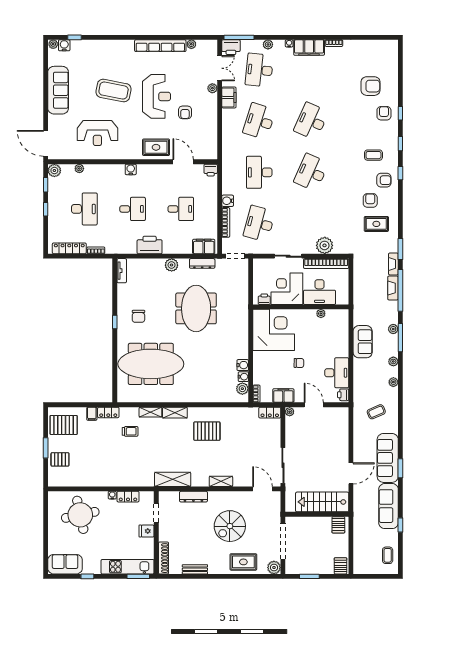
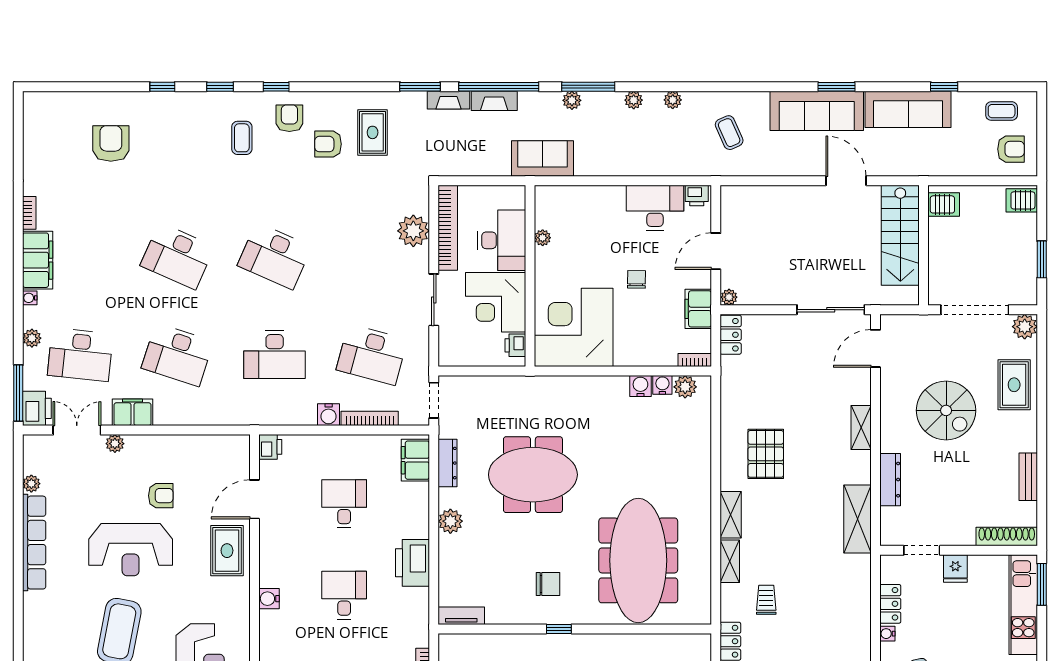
reception desk: (157, 96) -> (131, 550), turned 180
armchair: (384, 113) -> (1011, 149), moved, turned 180
sofa: (363, 342) -> (542, 159), moved

